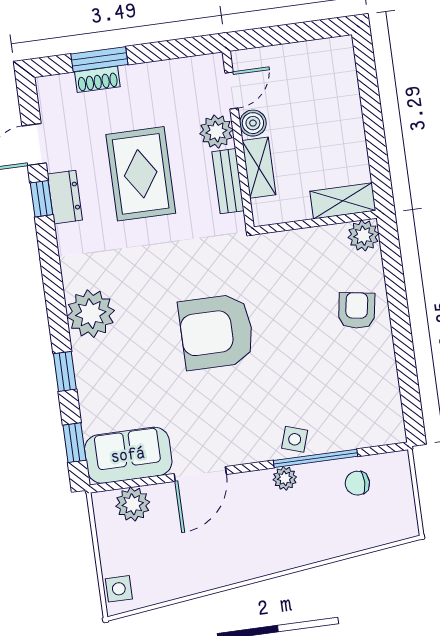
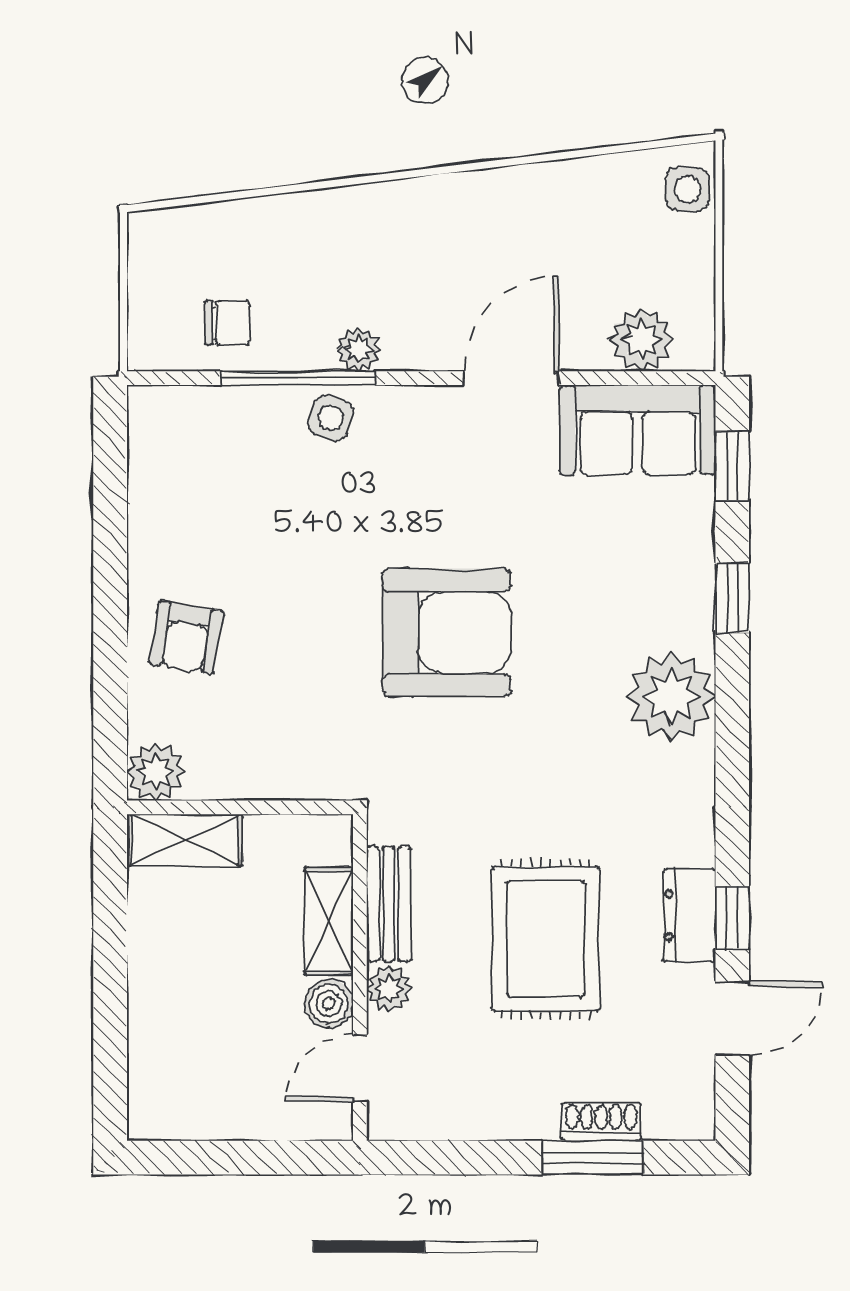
plant: (216, 132) -> (389, 989), width x0.73, depth x0.73

